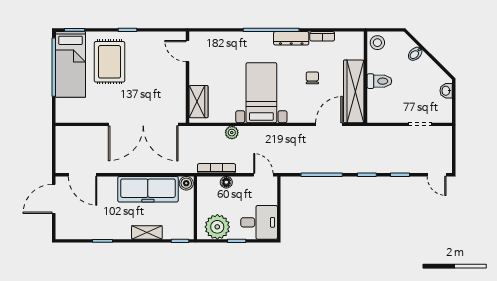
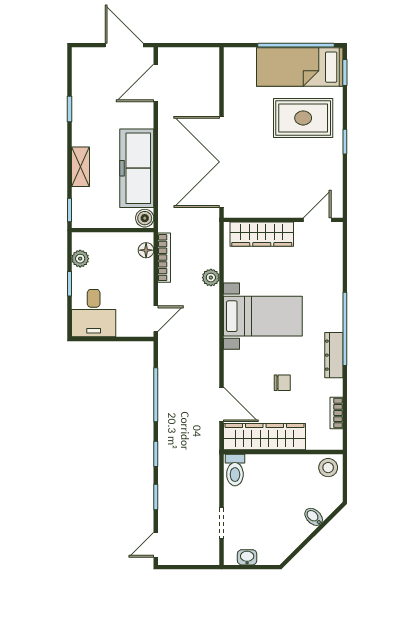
bookcase: (322, 36) -> (336, 413), moved
toilet: (379, 81) -> (235, 470), moved
washbasin: (446, 91) -> (247, 557), moved
wardrobe: (199, 102) -> (262, 234), width x1.50
floor lamp: (226, 182) -> (146, 250), moved
plant: (217, 227) -> (80, 259), width x0.53, depth x0.53

